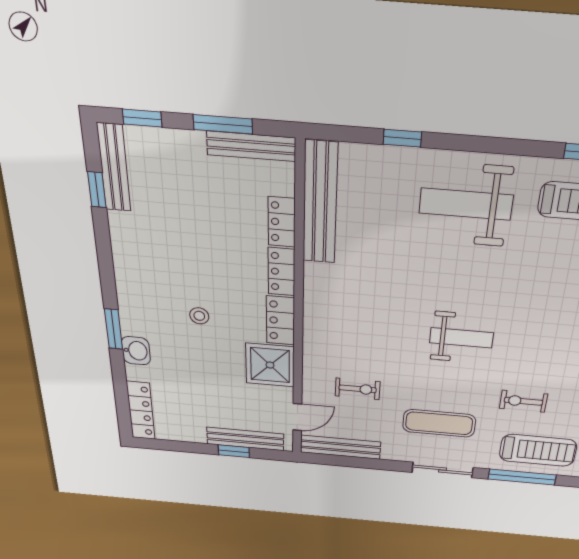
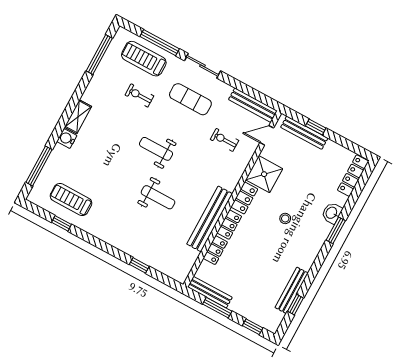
bench: (114, 168) -> (292, 290), moved
bench: (320, 203) -> (210, 219), moved
weight bench: (466, 204) -> (158, 197), moved, width x0.73, depth x0.75
exercise bike: (523, 401) -> (139, 96), turned 180

